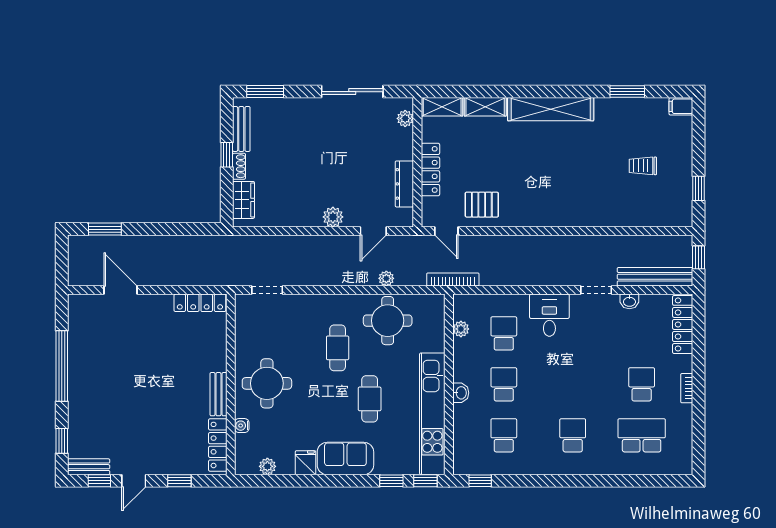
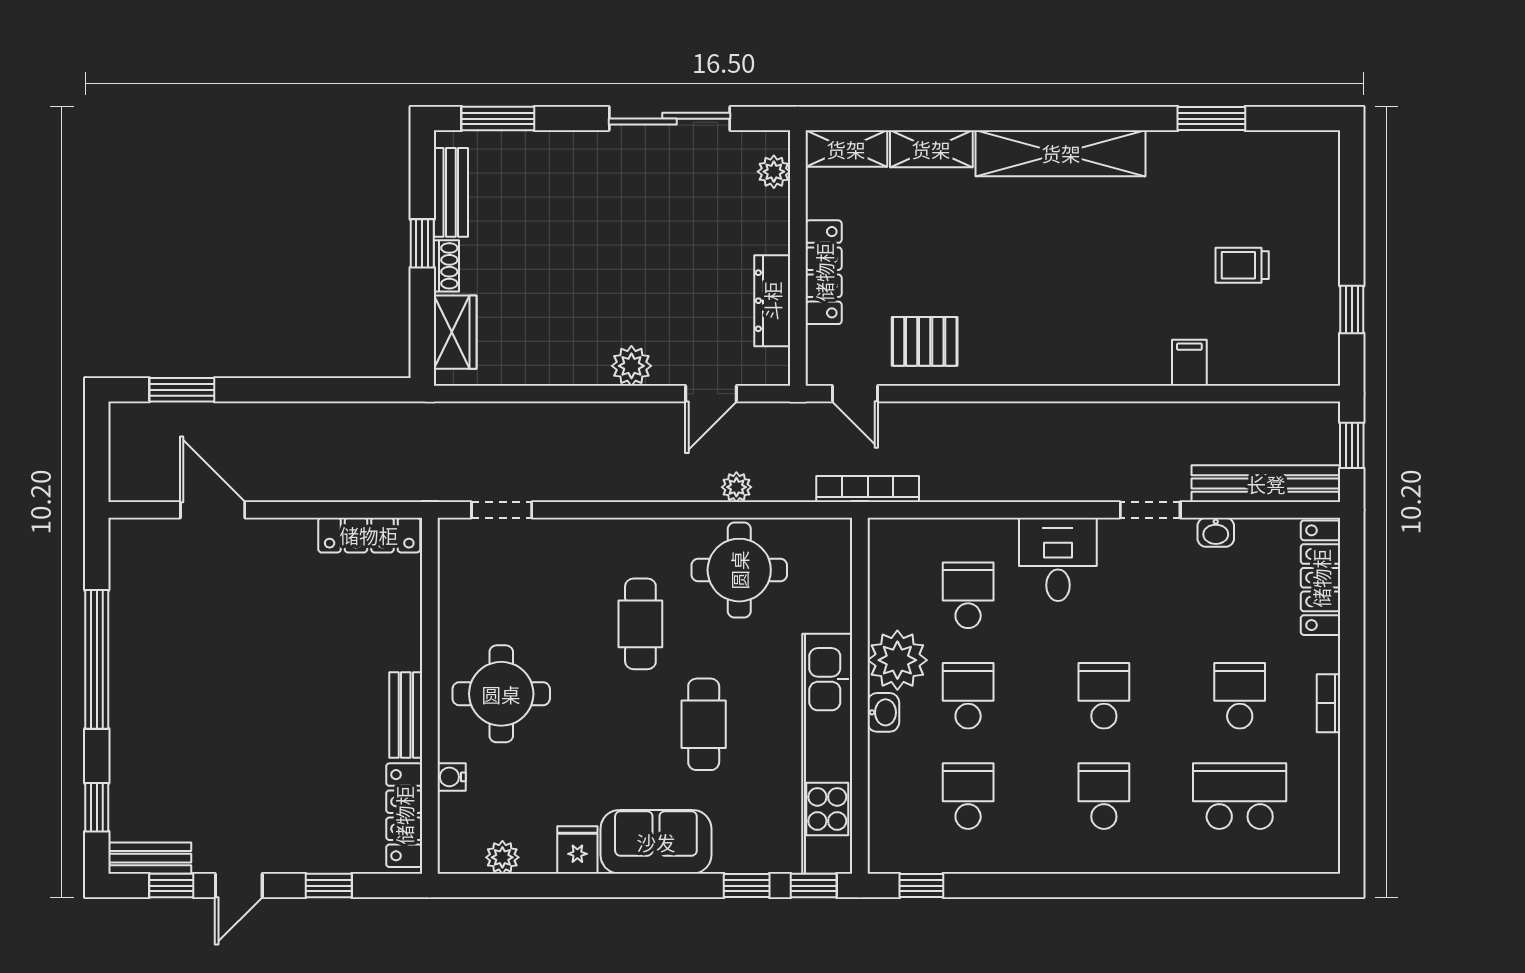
filing cabinet: (681, 106) -> (1189, 363), moved, turned 90
plant: (461, 329) -> (897, 660), moved, width x1.87, depth x1.87
school desk: (573, 384) -> (1104, 696), added

